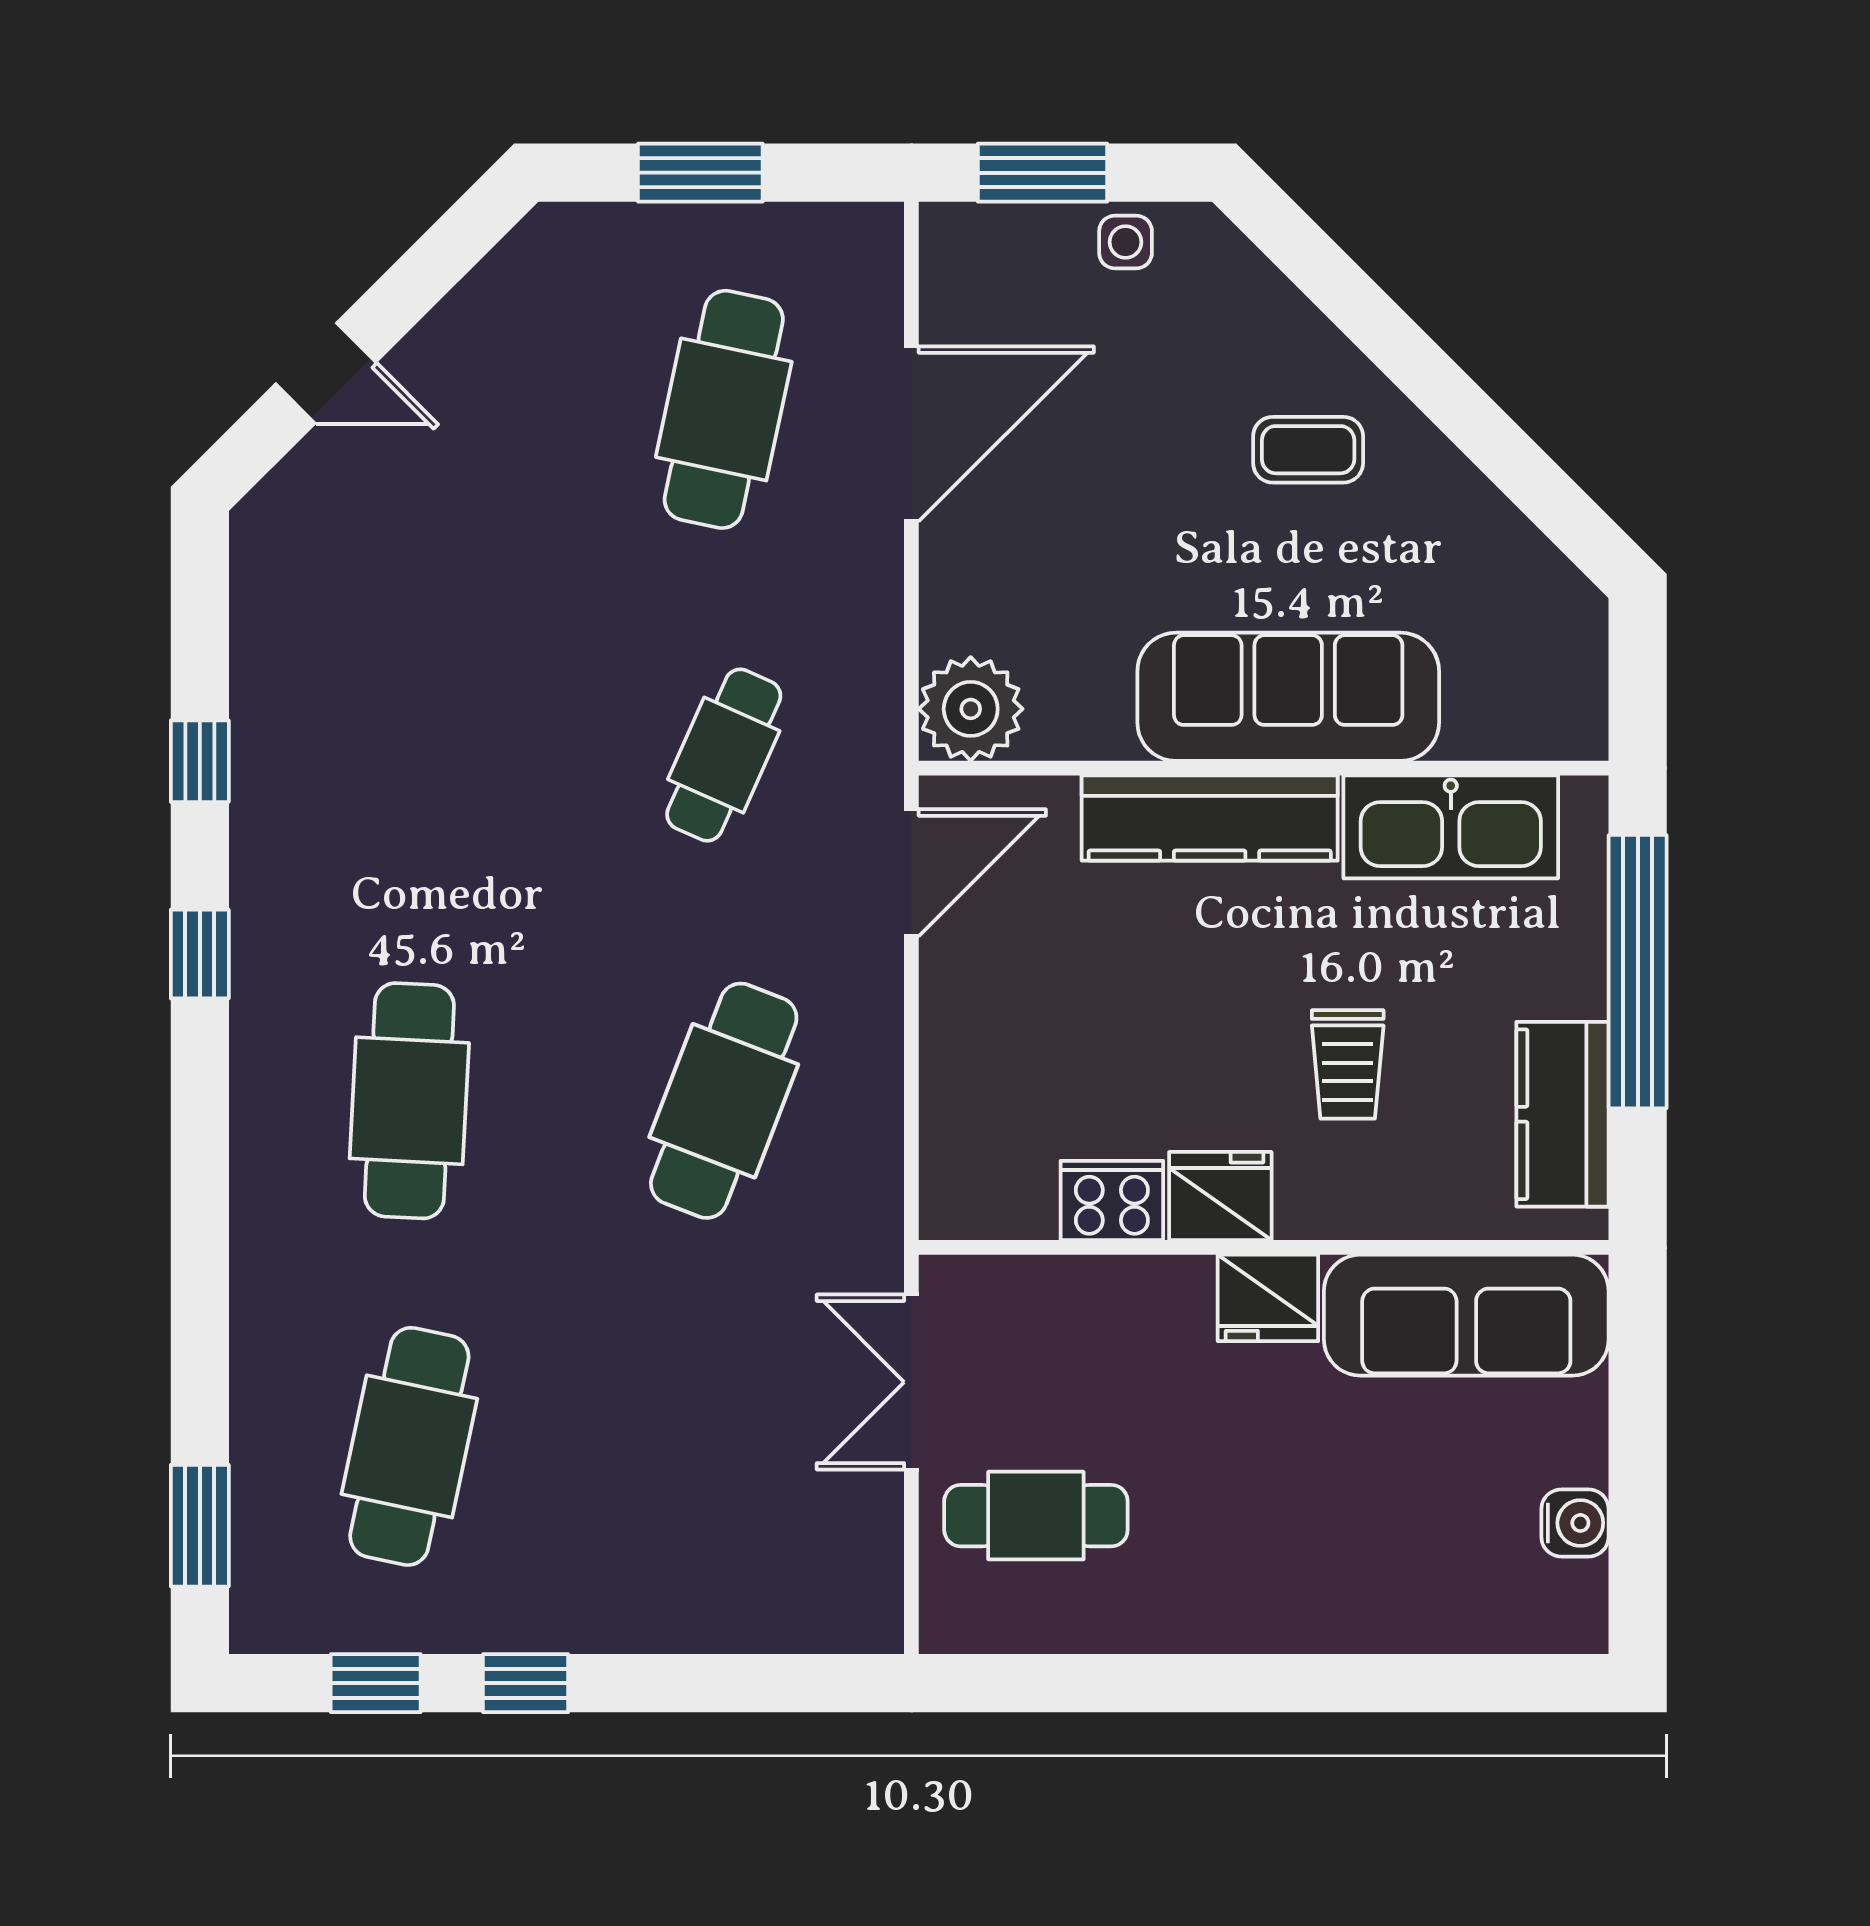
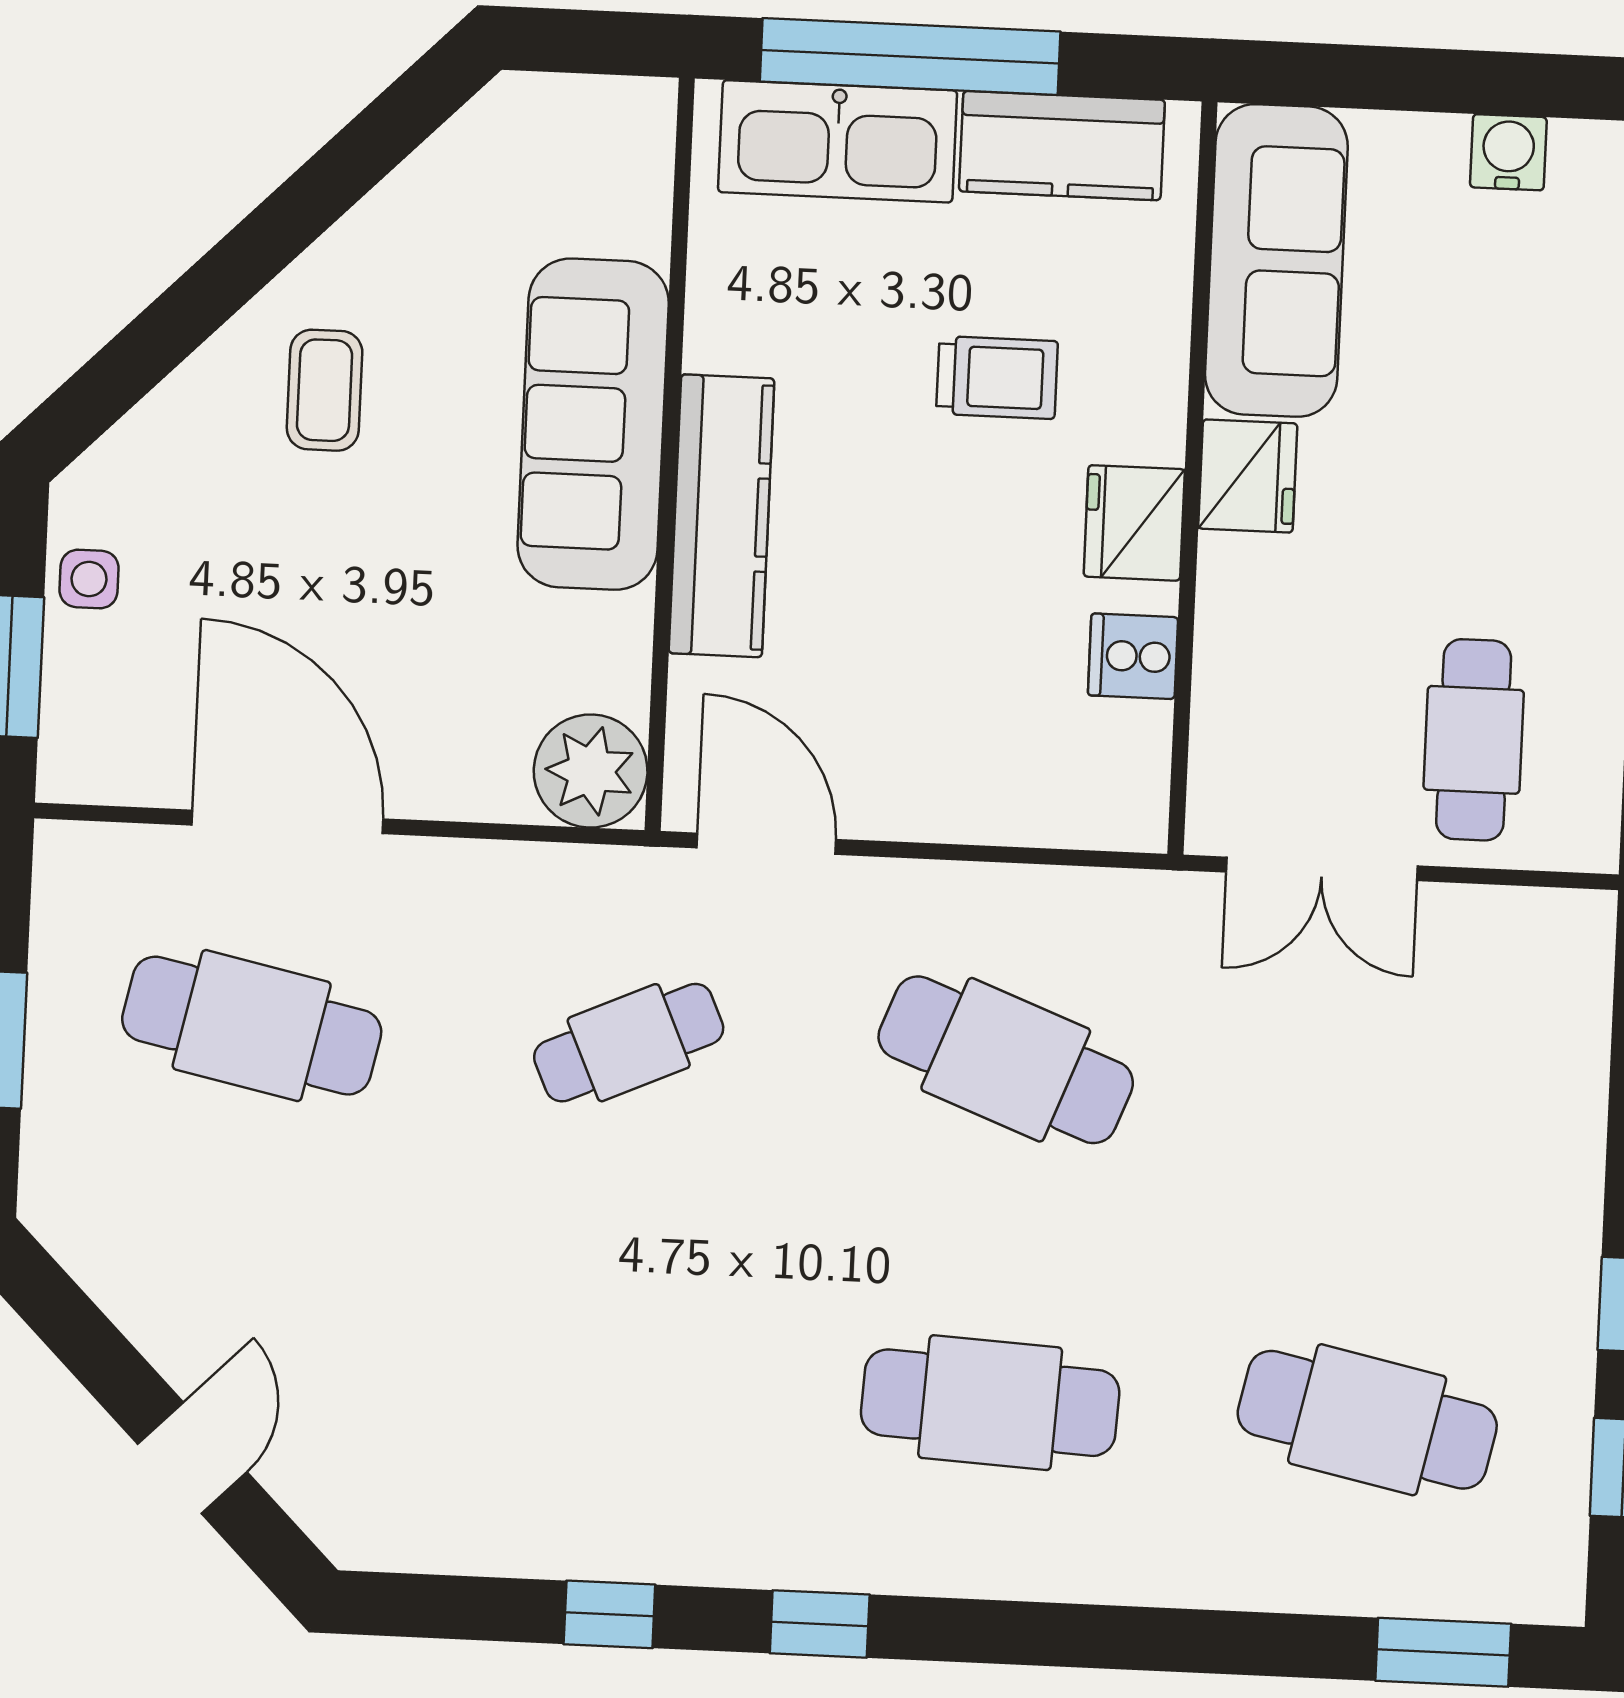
cafe table: (724, 755) -> (629, 1043), turned -48
kitchen sink: (1451, 827) -> (838, 141), moved, turned 90
cooker: (1112, 1200) -> (1133, 656), width x0.73

